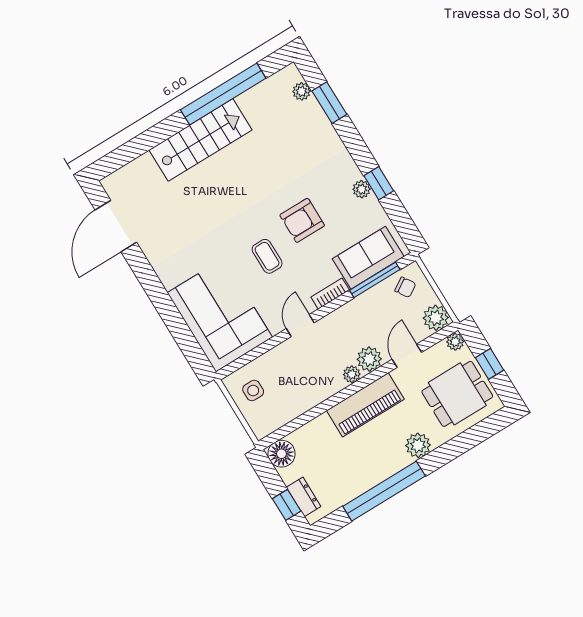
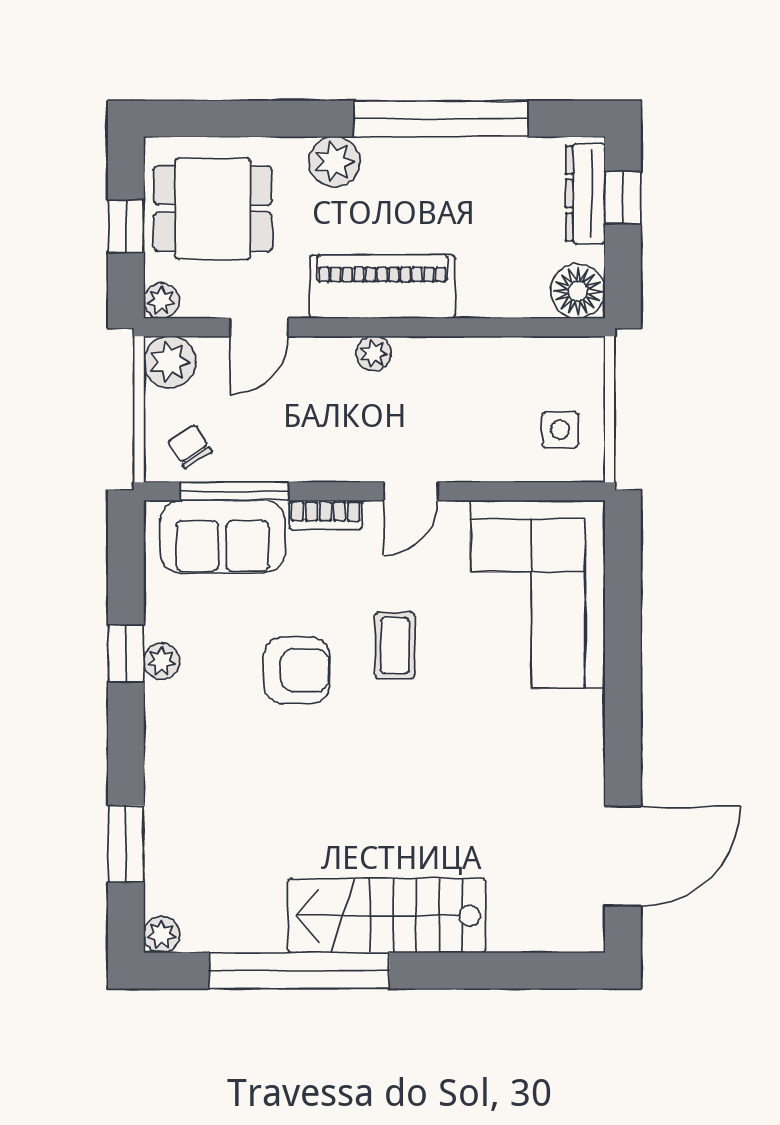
plant: (302, 91) -> (162, 935), moved
plant: (369, 359) -> (327, 361), removed
dresser: (304, 497) -> (585, 194), width x1.44

